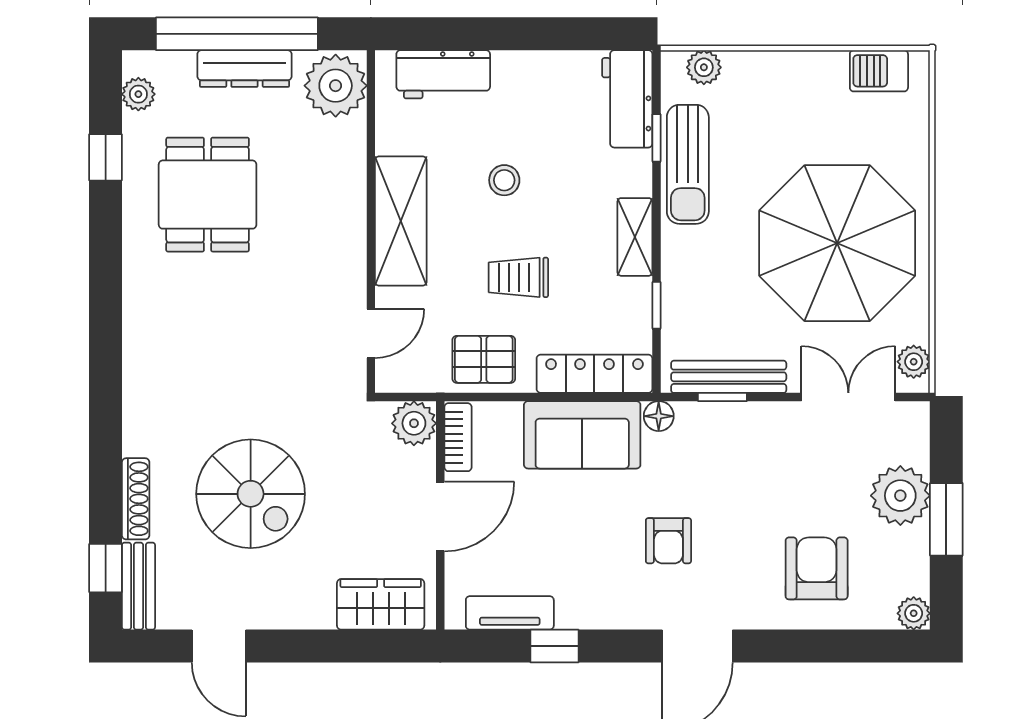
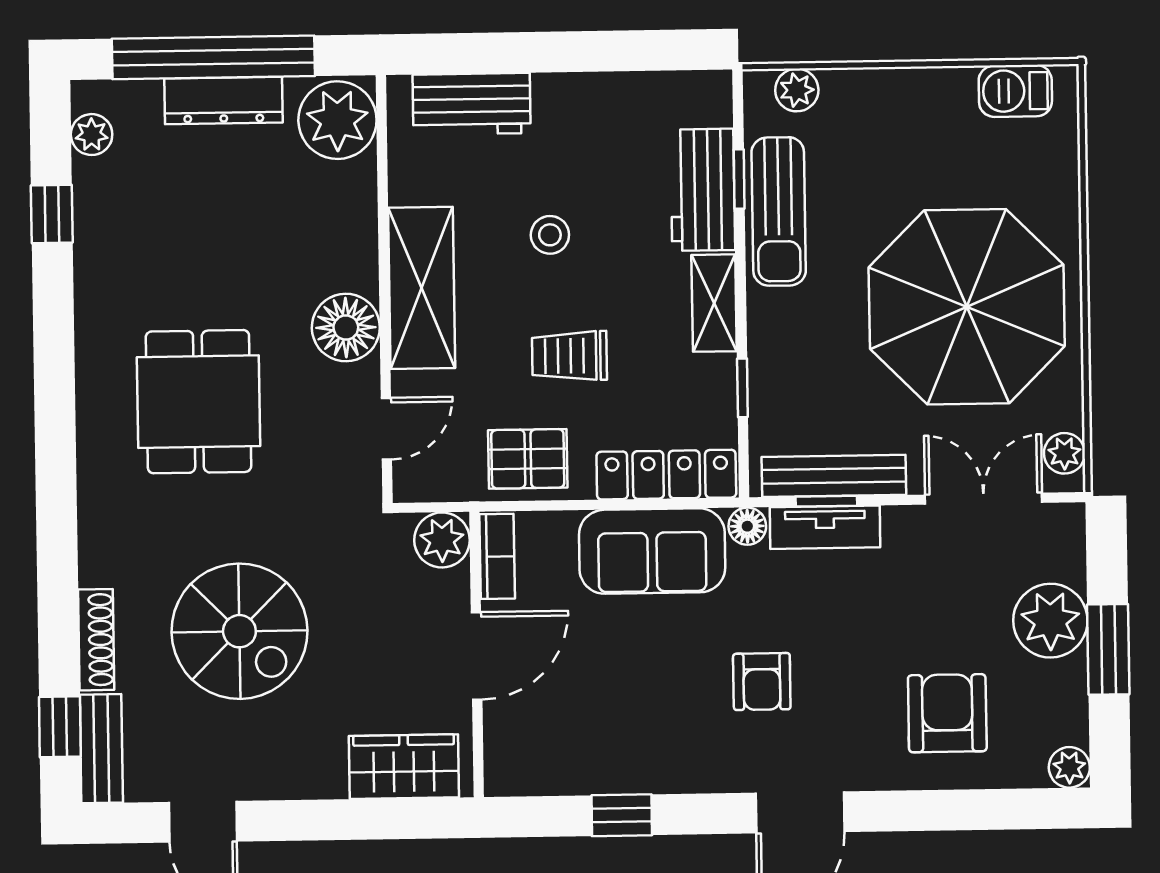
workbench: (627, 99) -> (703, 190), moved
dining table: (208, 195) -> (198, 402), moved
floor lamp: (340, 252) -> (346, 328), added
tv unit: (510, 613) -> (825, 527), moved, turned 180

